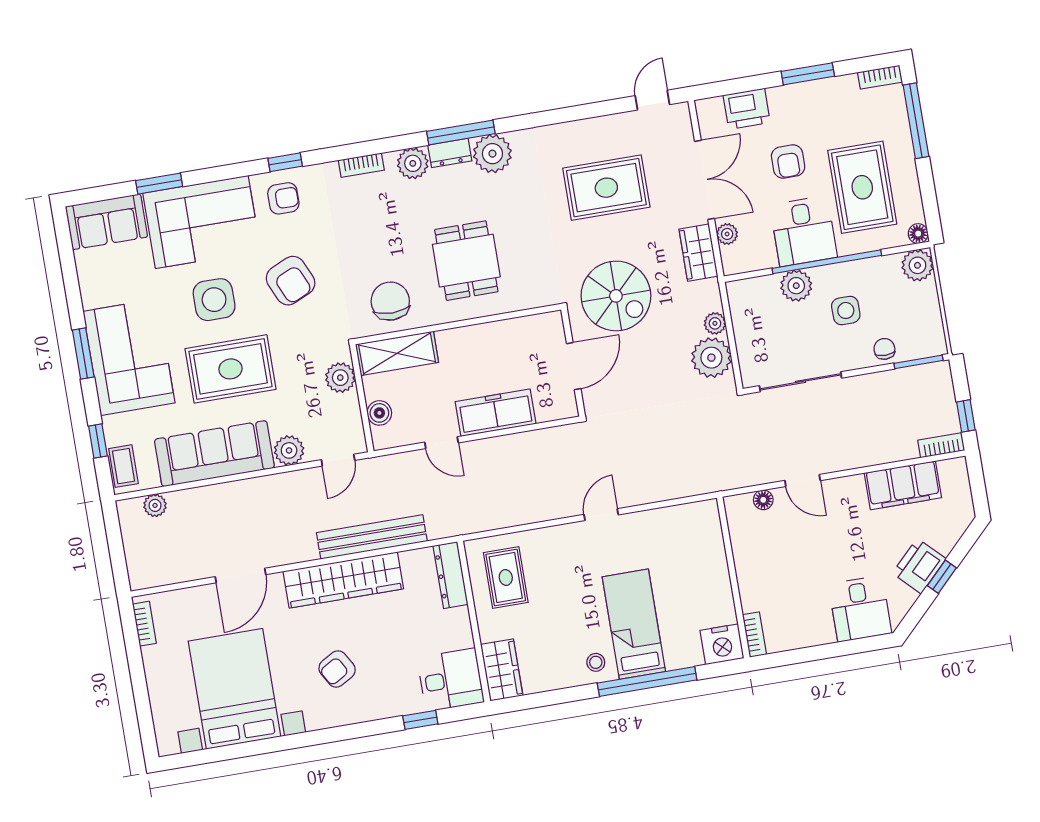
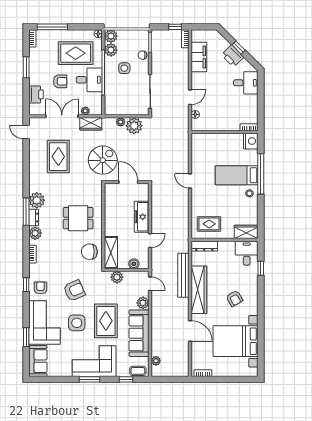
plant: (796, 286) -> (111, 50), moved

